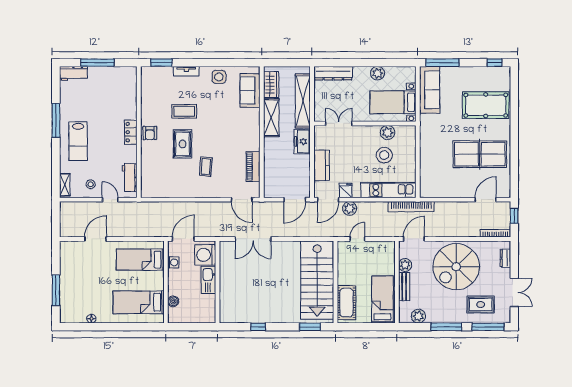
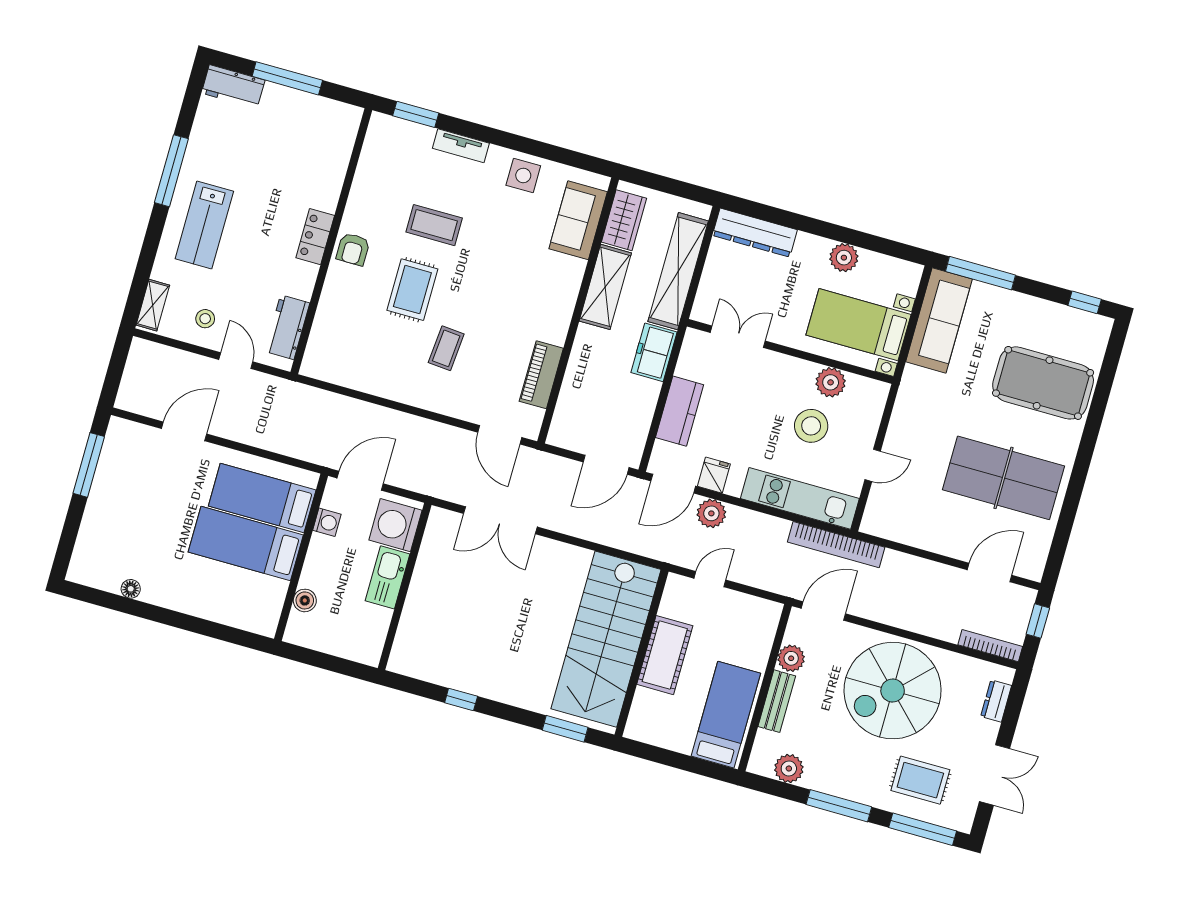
door: (418, 165) -> (873, 465), added
window: (56, 290) -> (89, 465), moved
bed: (139, 302) -> (246, 544), moved
cot: (346, 303) -> (665, 655), moved

